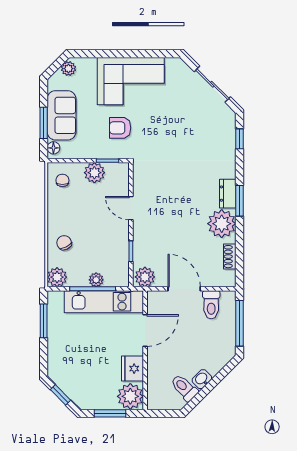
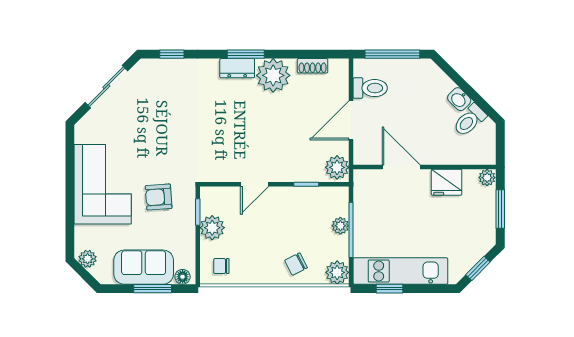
armchair: (120, 128) -> (159, 197), turned 86
kitchen unit: (104, 302) -> (400, 271), moved, turned -90
window: (44, 321) -> (390, 289), width x0.67
plant: (130, 396) -> (487, 178), width x0.53, depth x0.53

